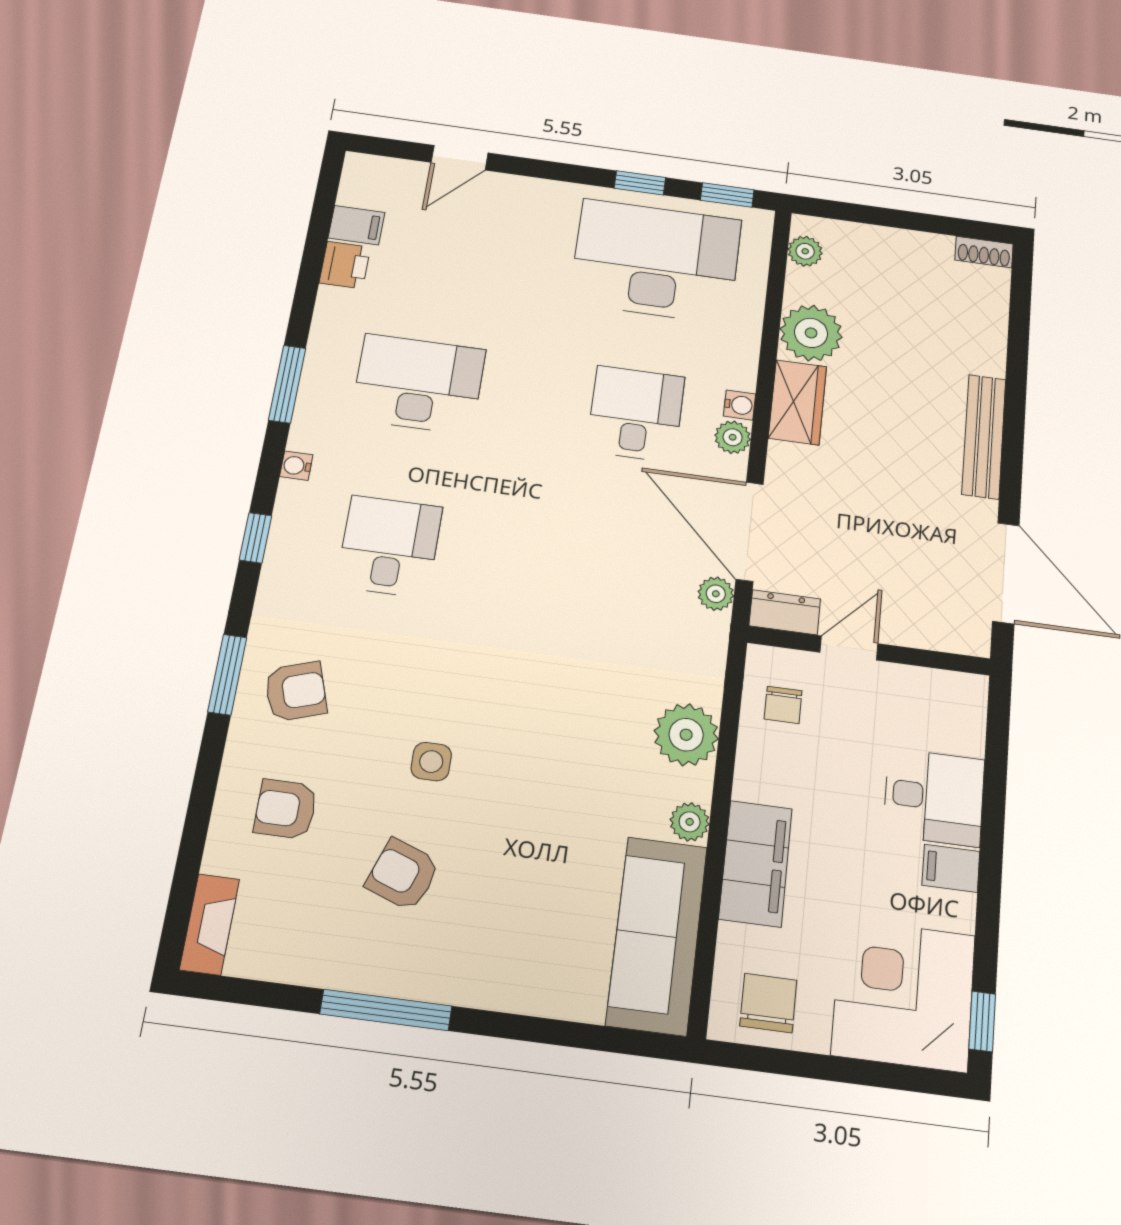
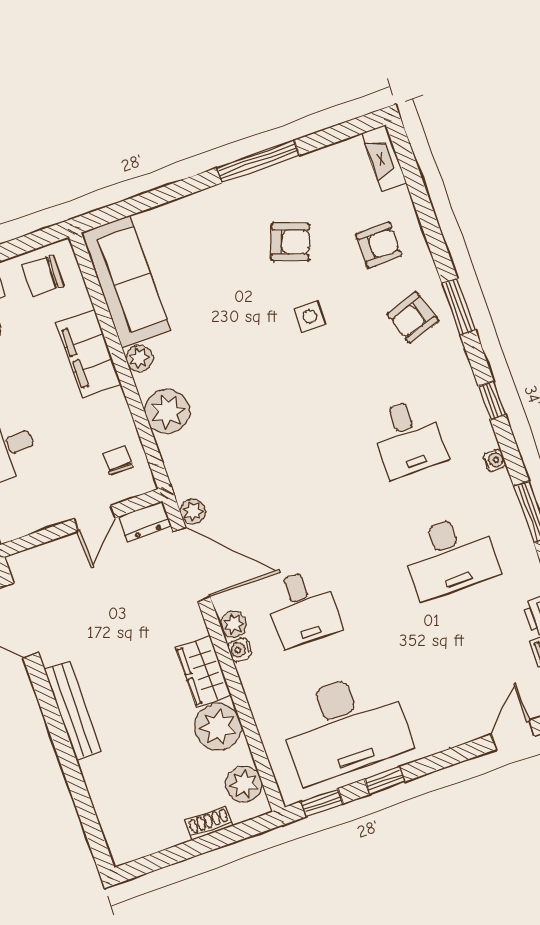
plant: (805, 251) -> (244, 784), width x1.38, depth x1.38
shoe rack: (984, 252) -> (209, 823), moved
chair: (768, 1003) -> (43, 275), turned 93

